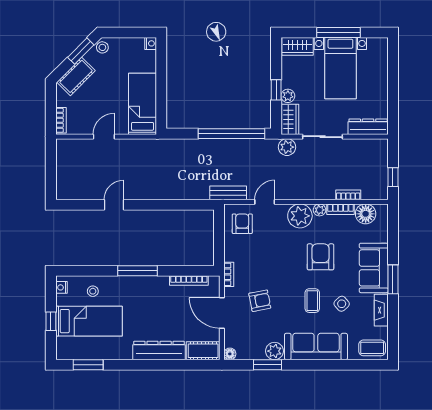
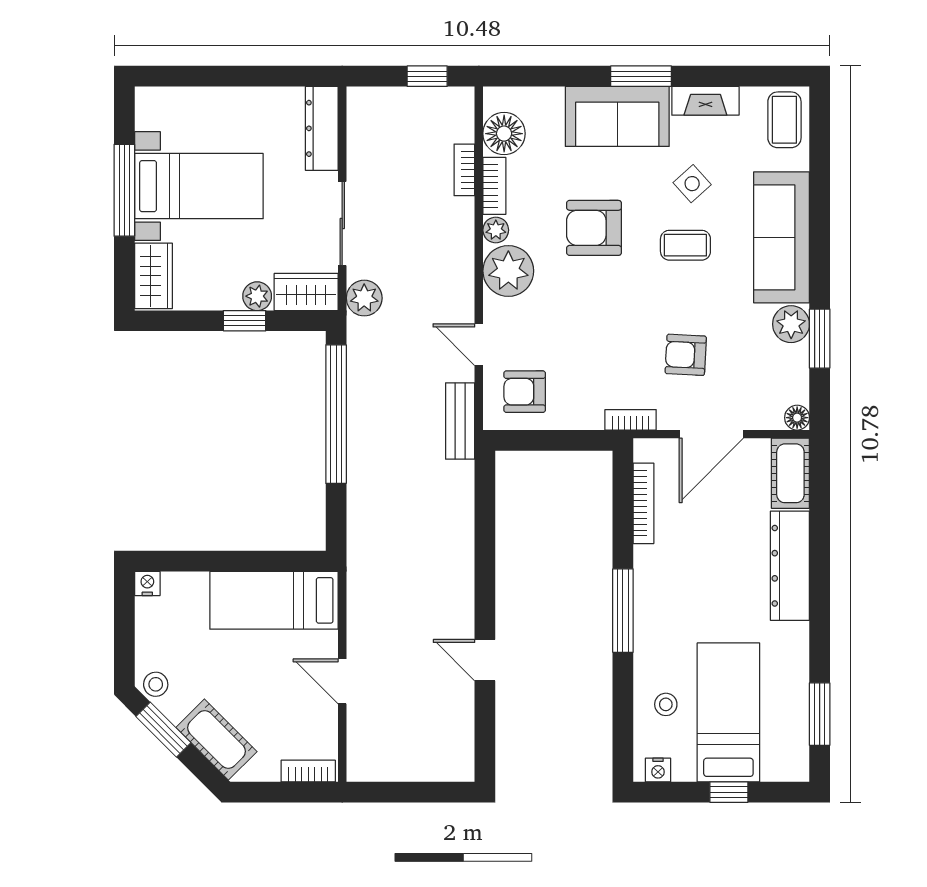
armchair: (260, 301) -> (686, 355), turned -76

